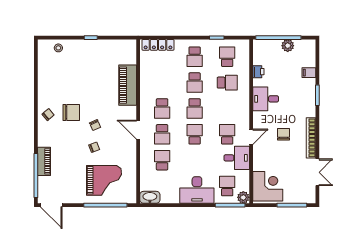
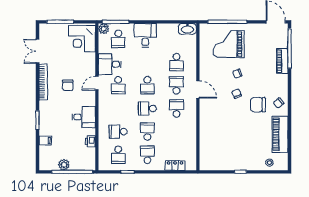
locker: (158, 45) -> (175, 165), width x0.66
piano: (128, 85) -> (280, 134), moved, turned 180
school desk: (195, 108) -> (147, 108), turned -90
desk: (197, 190) -> (145, 35), width x0.73

